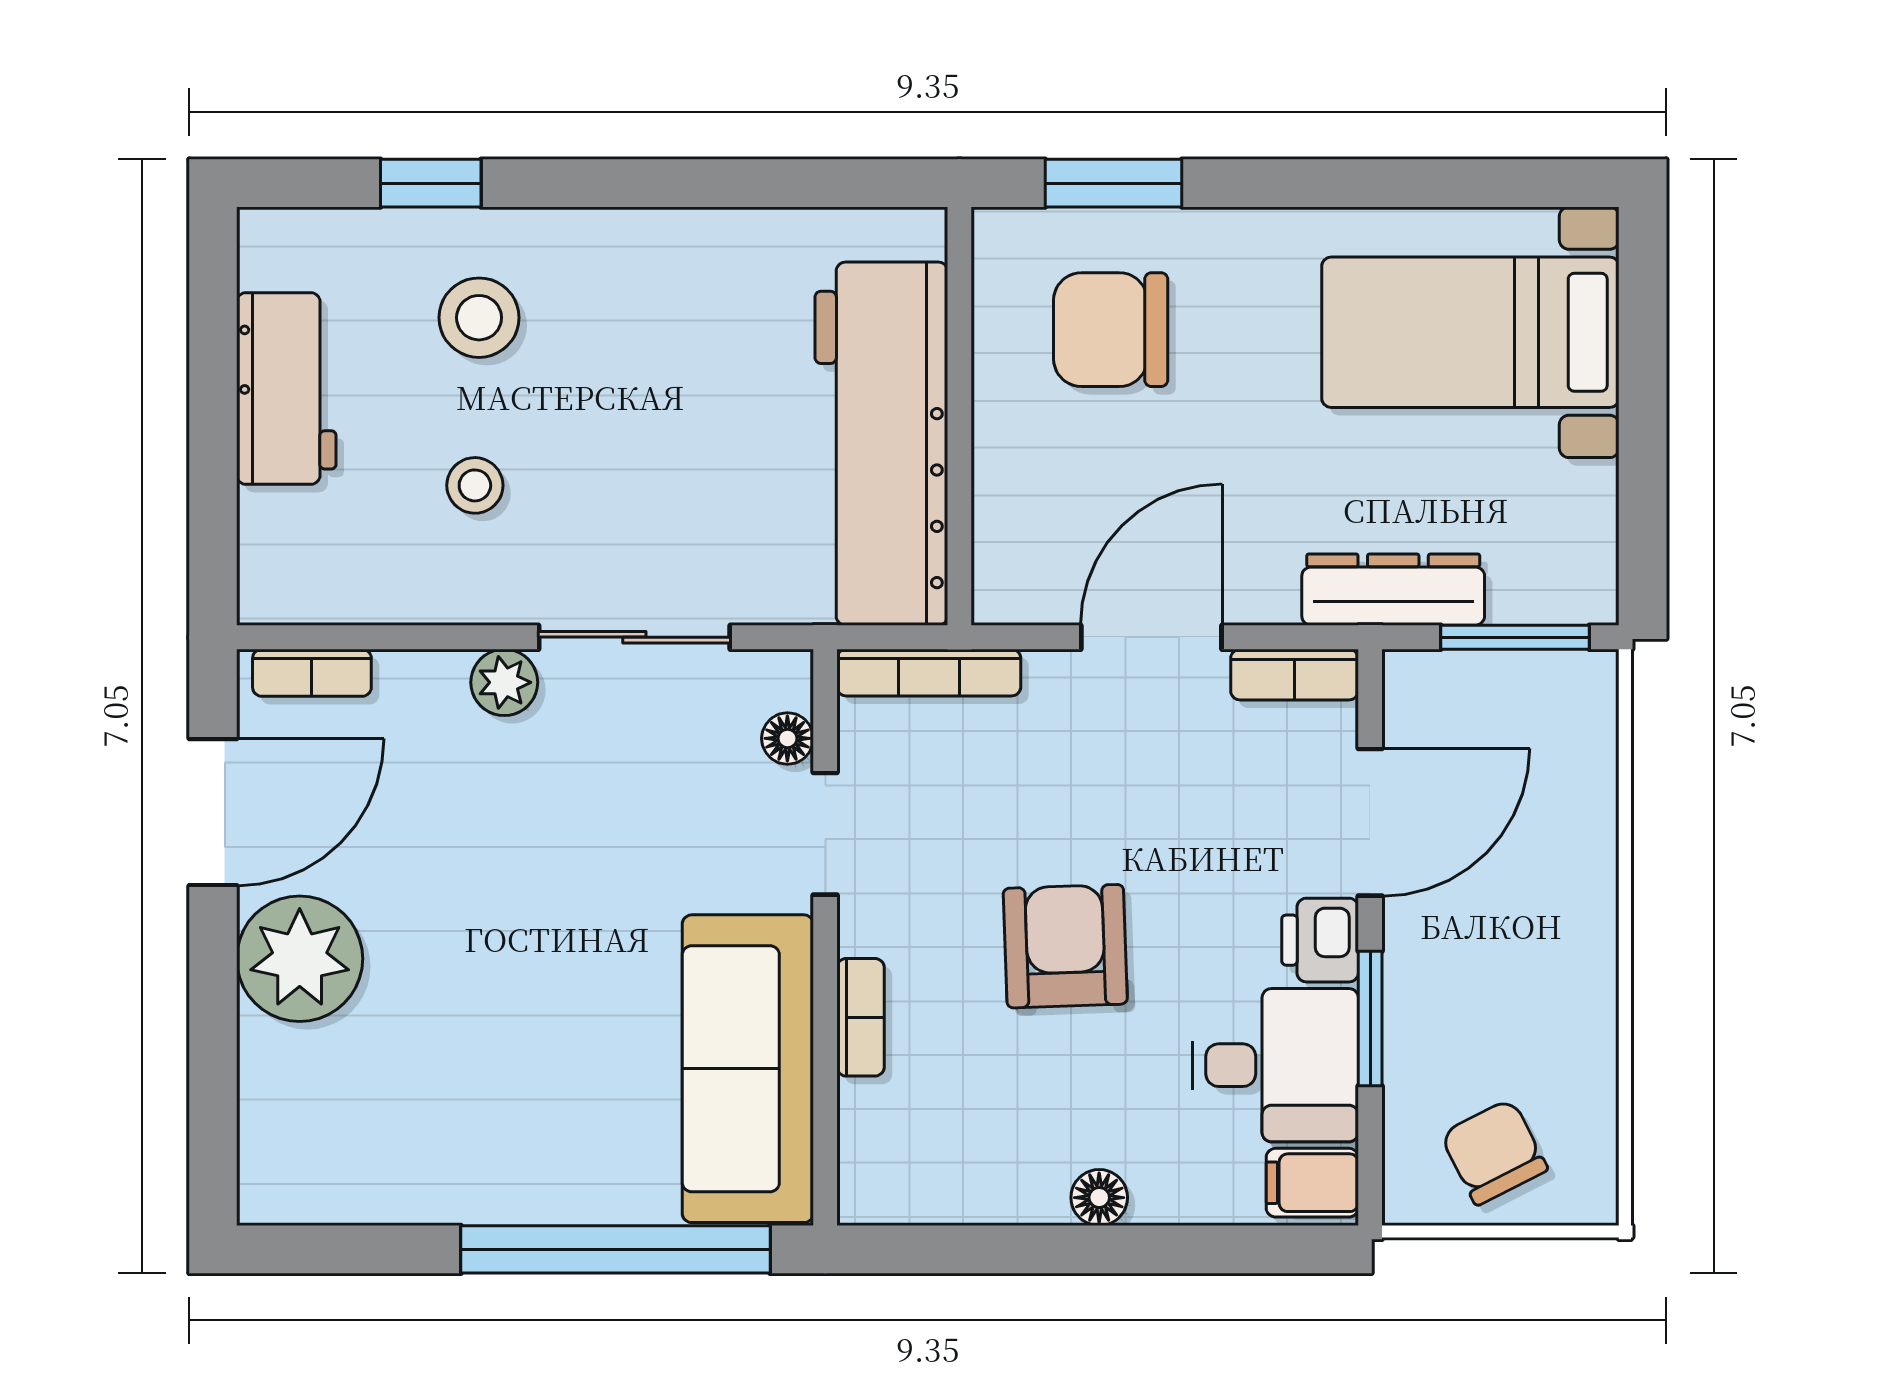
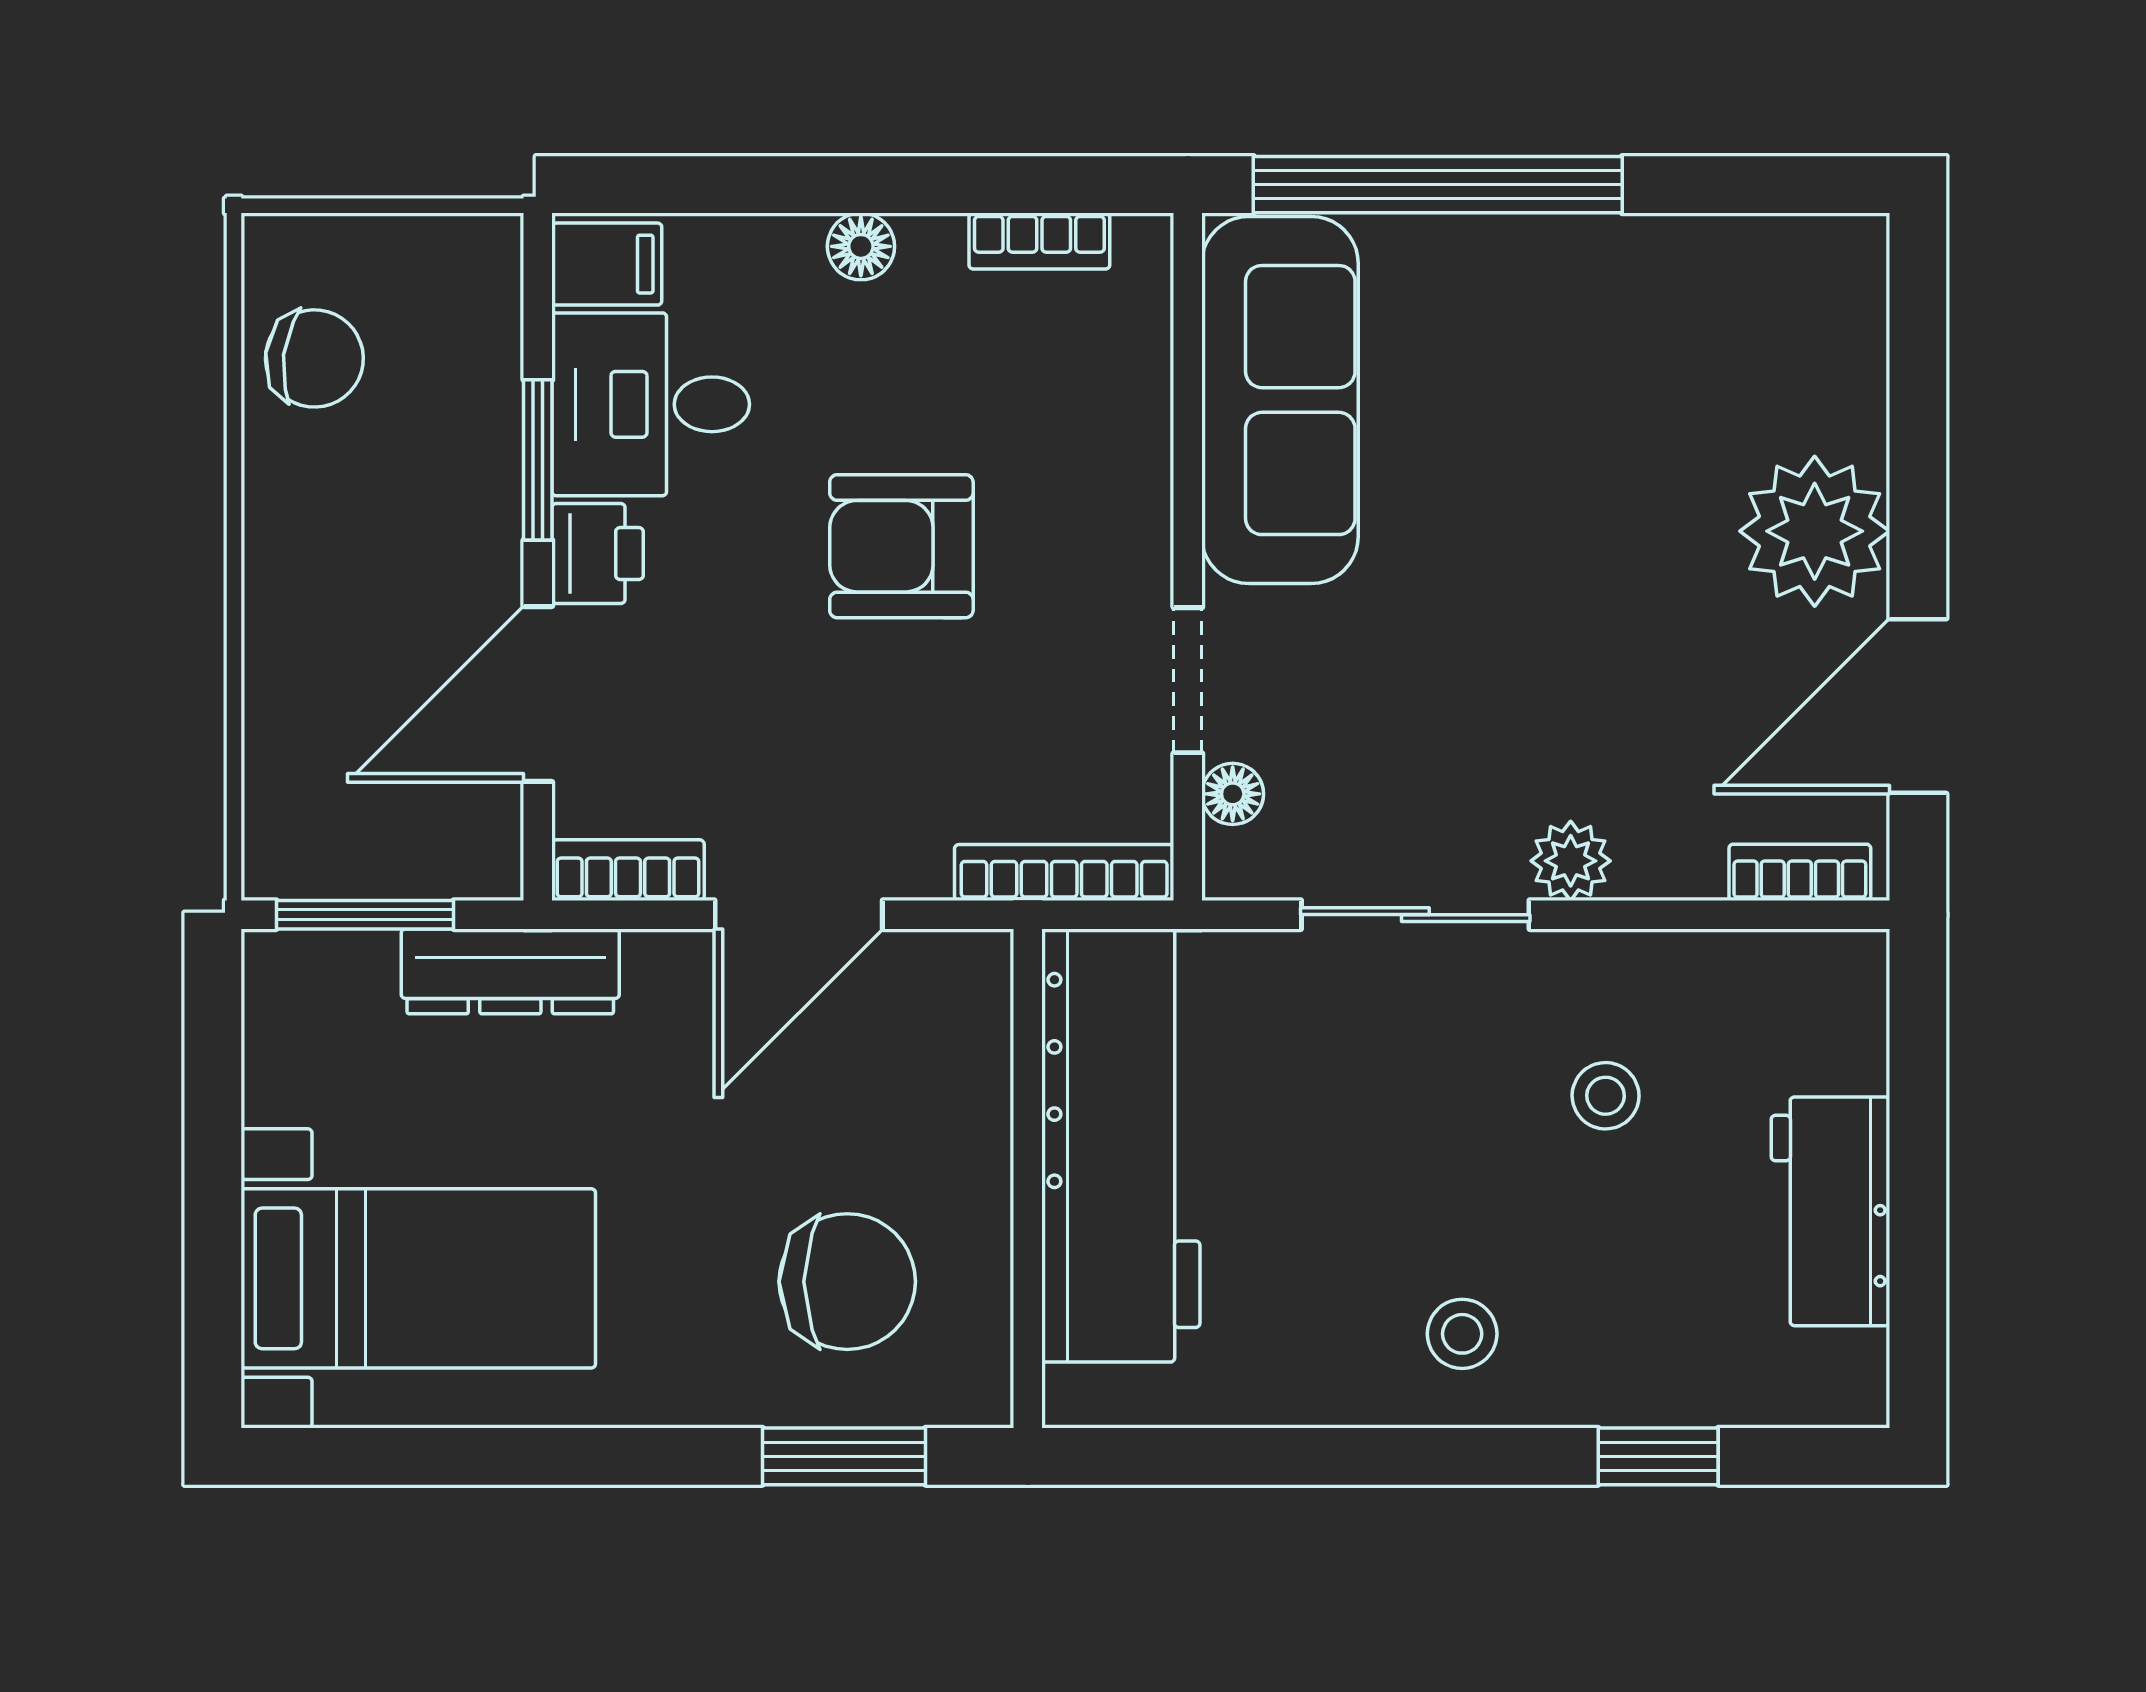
stool: (479, 318) -> (1462, 1334), moved, width x0.73, depth x0.73
armchair: (1065, 946) -> (901, 546), turned 92
bookcase: (861, 1017) -> (1039, 241), moved, turned -90
chair: (1494, 1152) -> (314, 358), moved, turned -56

